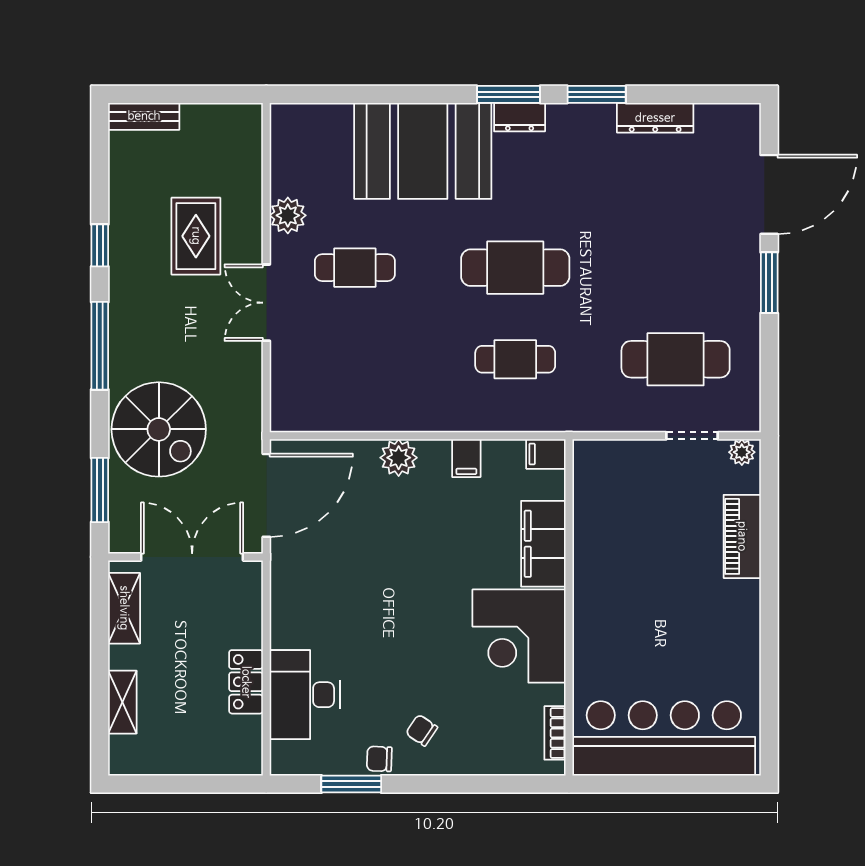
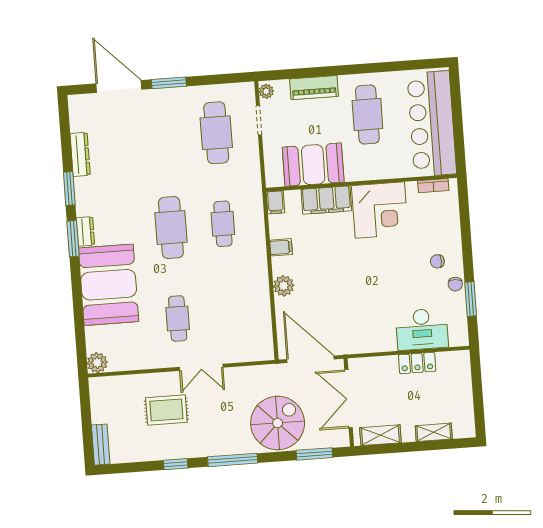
plant: (288, 215) -> (97, 363), moved
booth: (607, 525) -> (313, 165), added
cafe table: (688, 627) -> (367, 114), added
chair: (422, 730) -> (437, 261), turned 56

